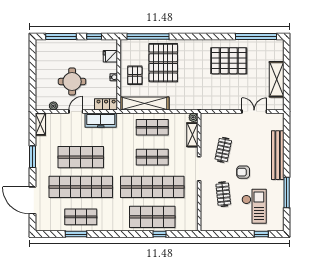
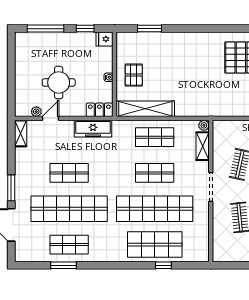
window: (148, 36) -> (150, 29), width x0.47
fridge: (110, 56) -> (105, 39), moved
pallet: (163, 63) -> (168, 60), removed
door: (76, 112) -> (50, 118), moved
window: (32, 157) -> (11, 188), moved
shop shelf: (81, 157) -> (69, 173), width x0.70, depth x0.74

